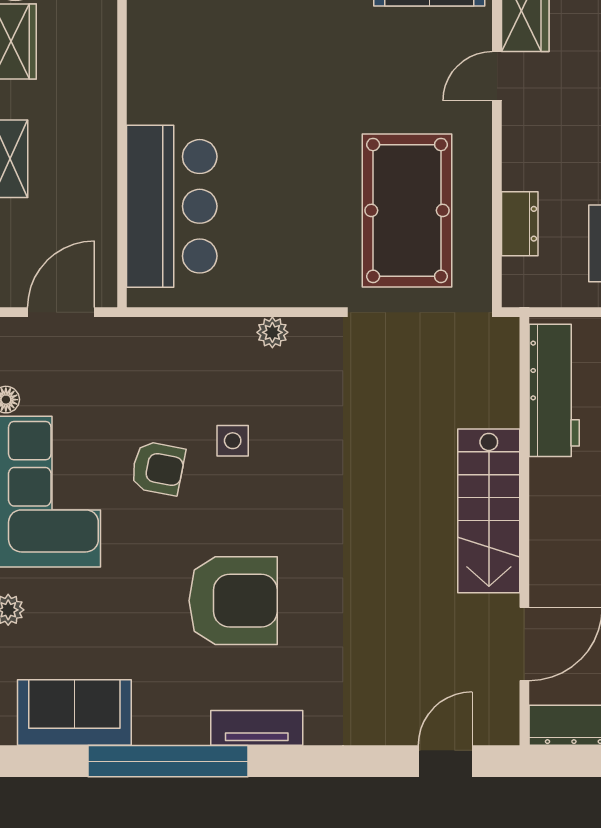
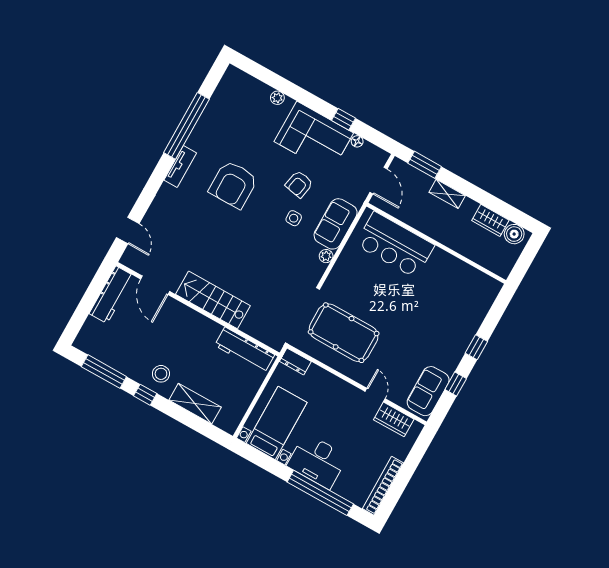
dresser: (520, 224) -> (295, 361), moved
sofa: (74, 713) -> (336, 224), moved, turned 180

